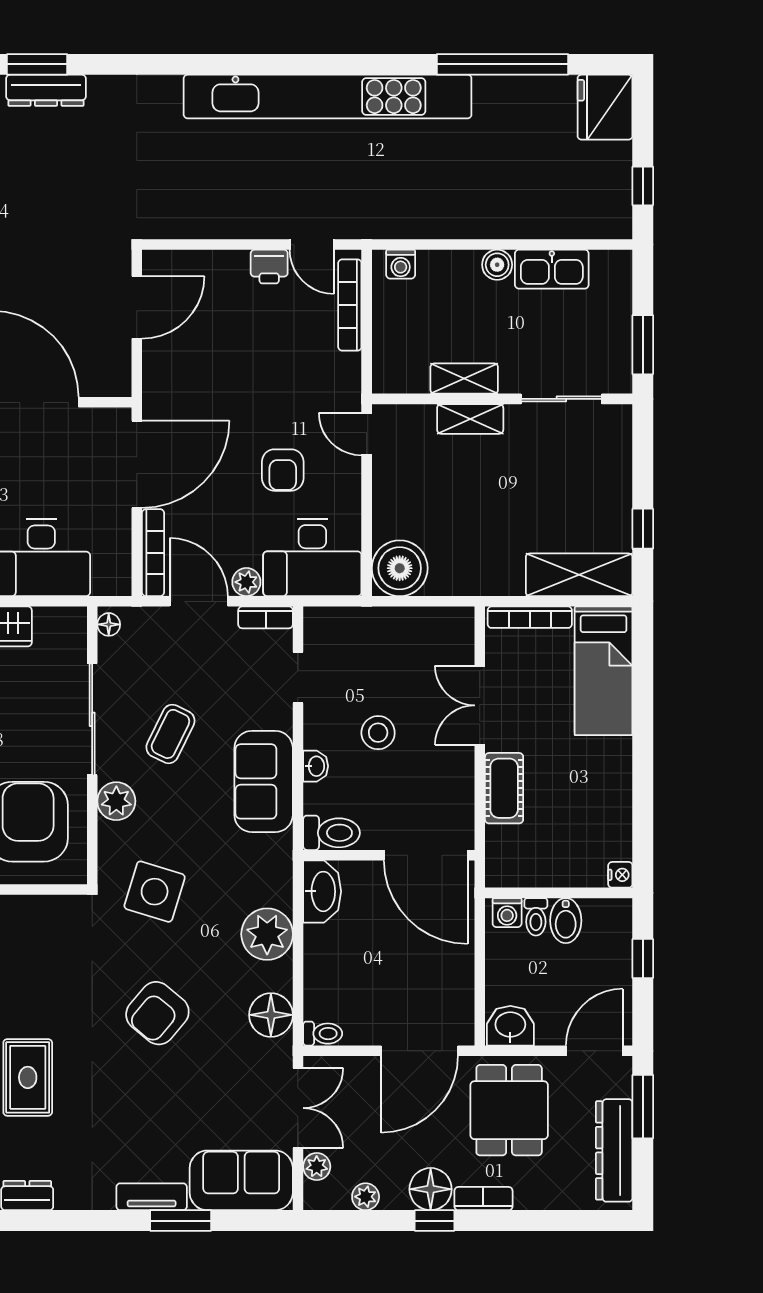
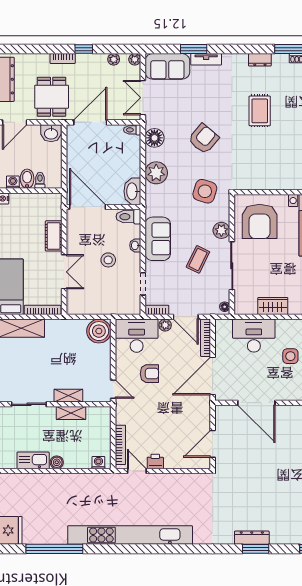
armchair: (283, 470) -> (149, 374), turned 90
washing machine: (507, 913) -> (13, 182), moved
plant: (317, 1167) -> (135, 59), moved
floor lamp: (431, 1189) -> (85, 63), removed

